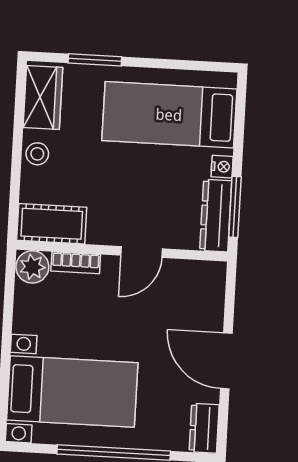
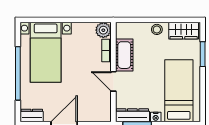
cot: (52, 224) -> (124, 55), moved

